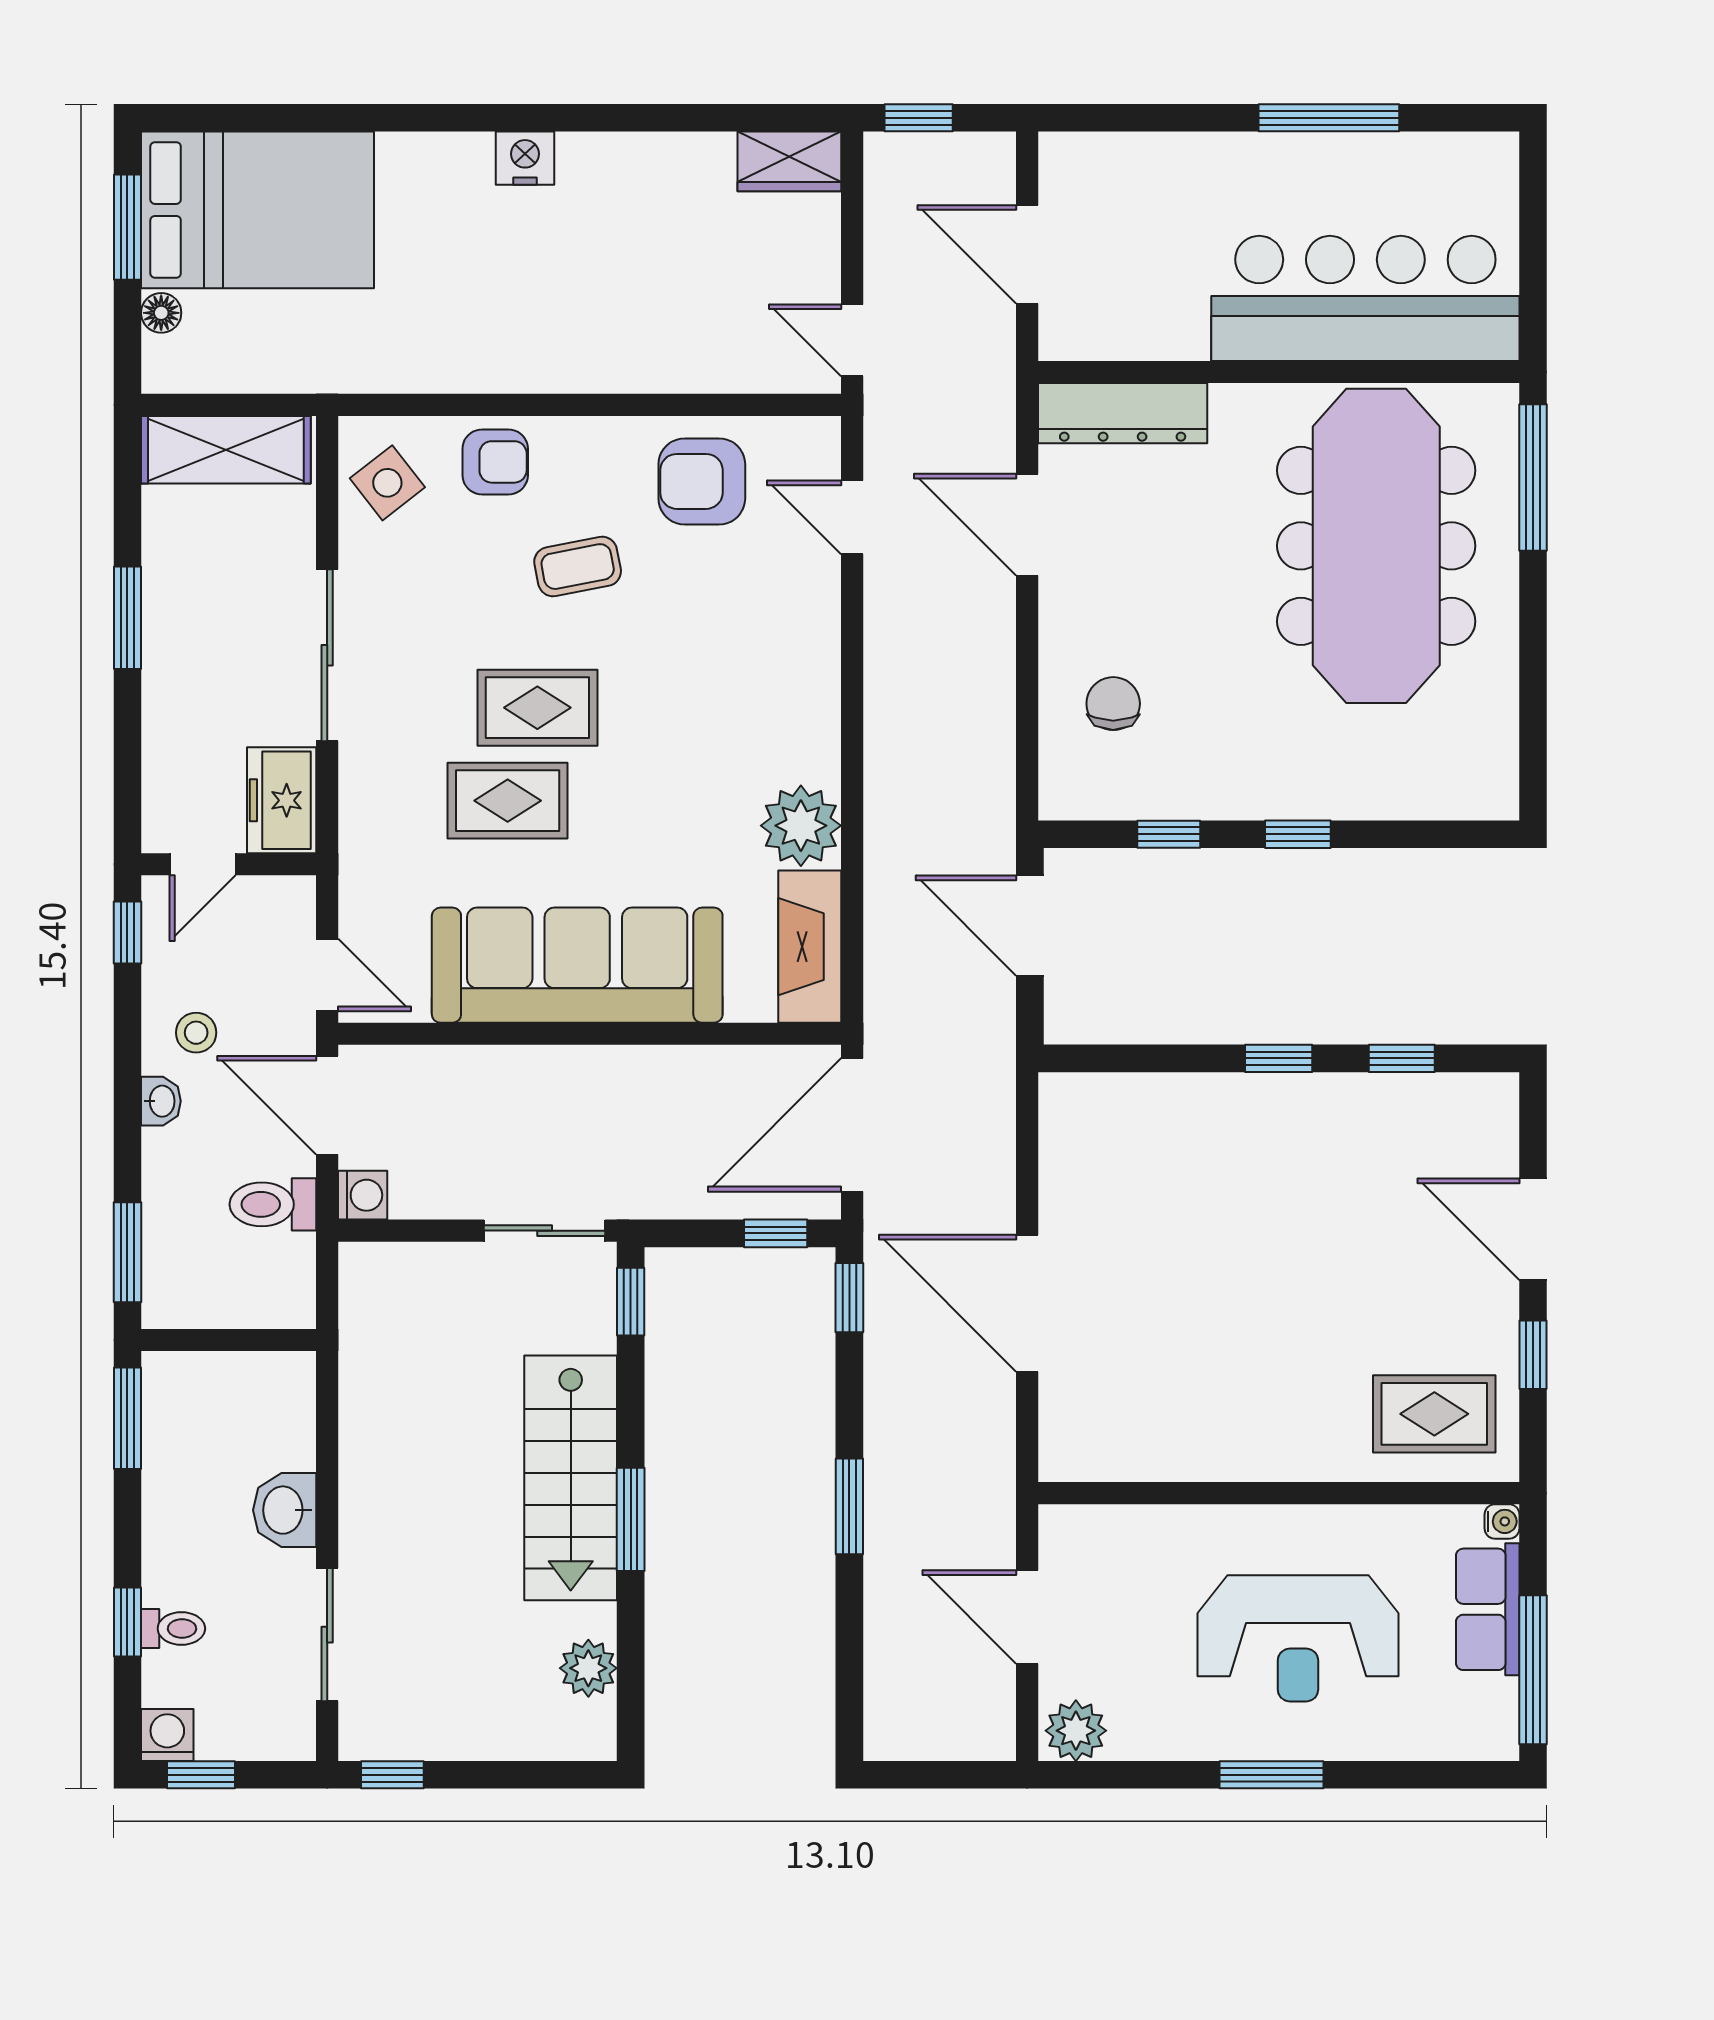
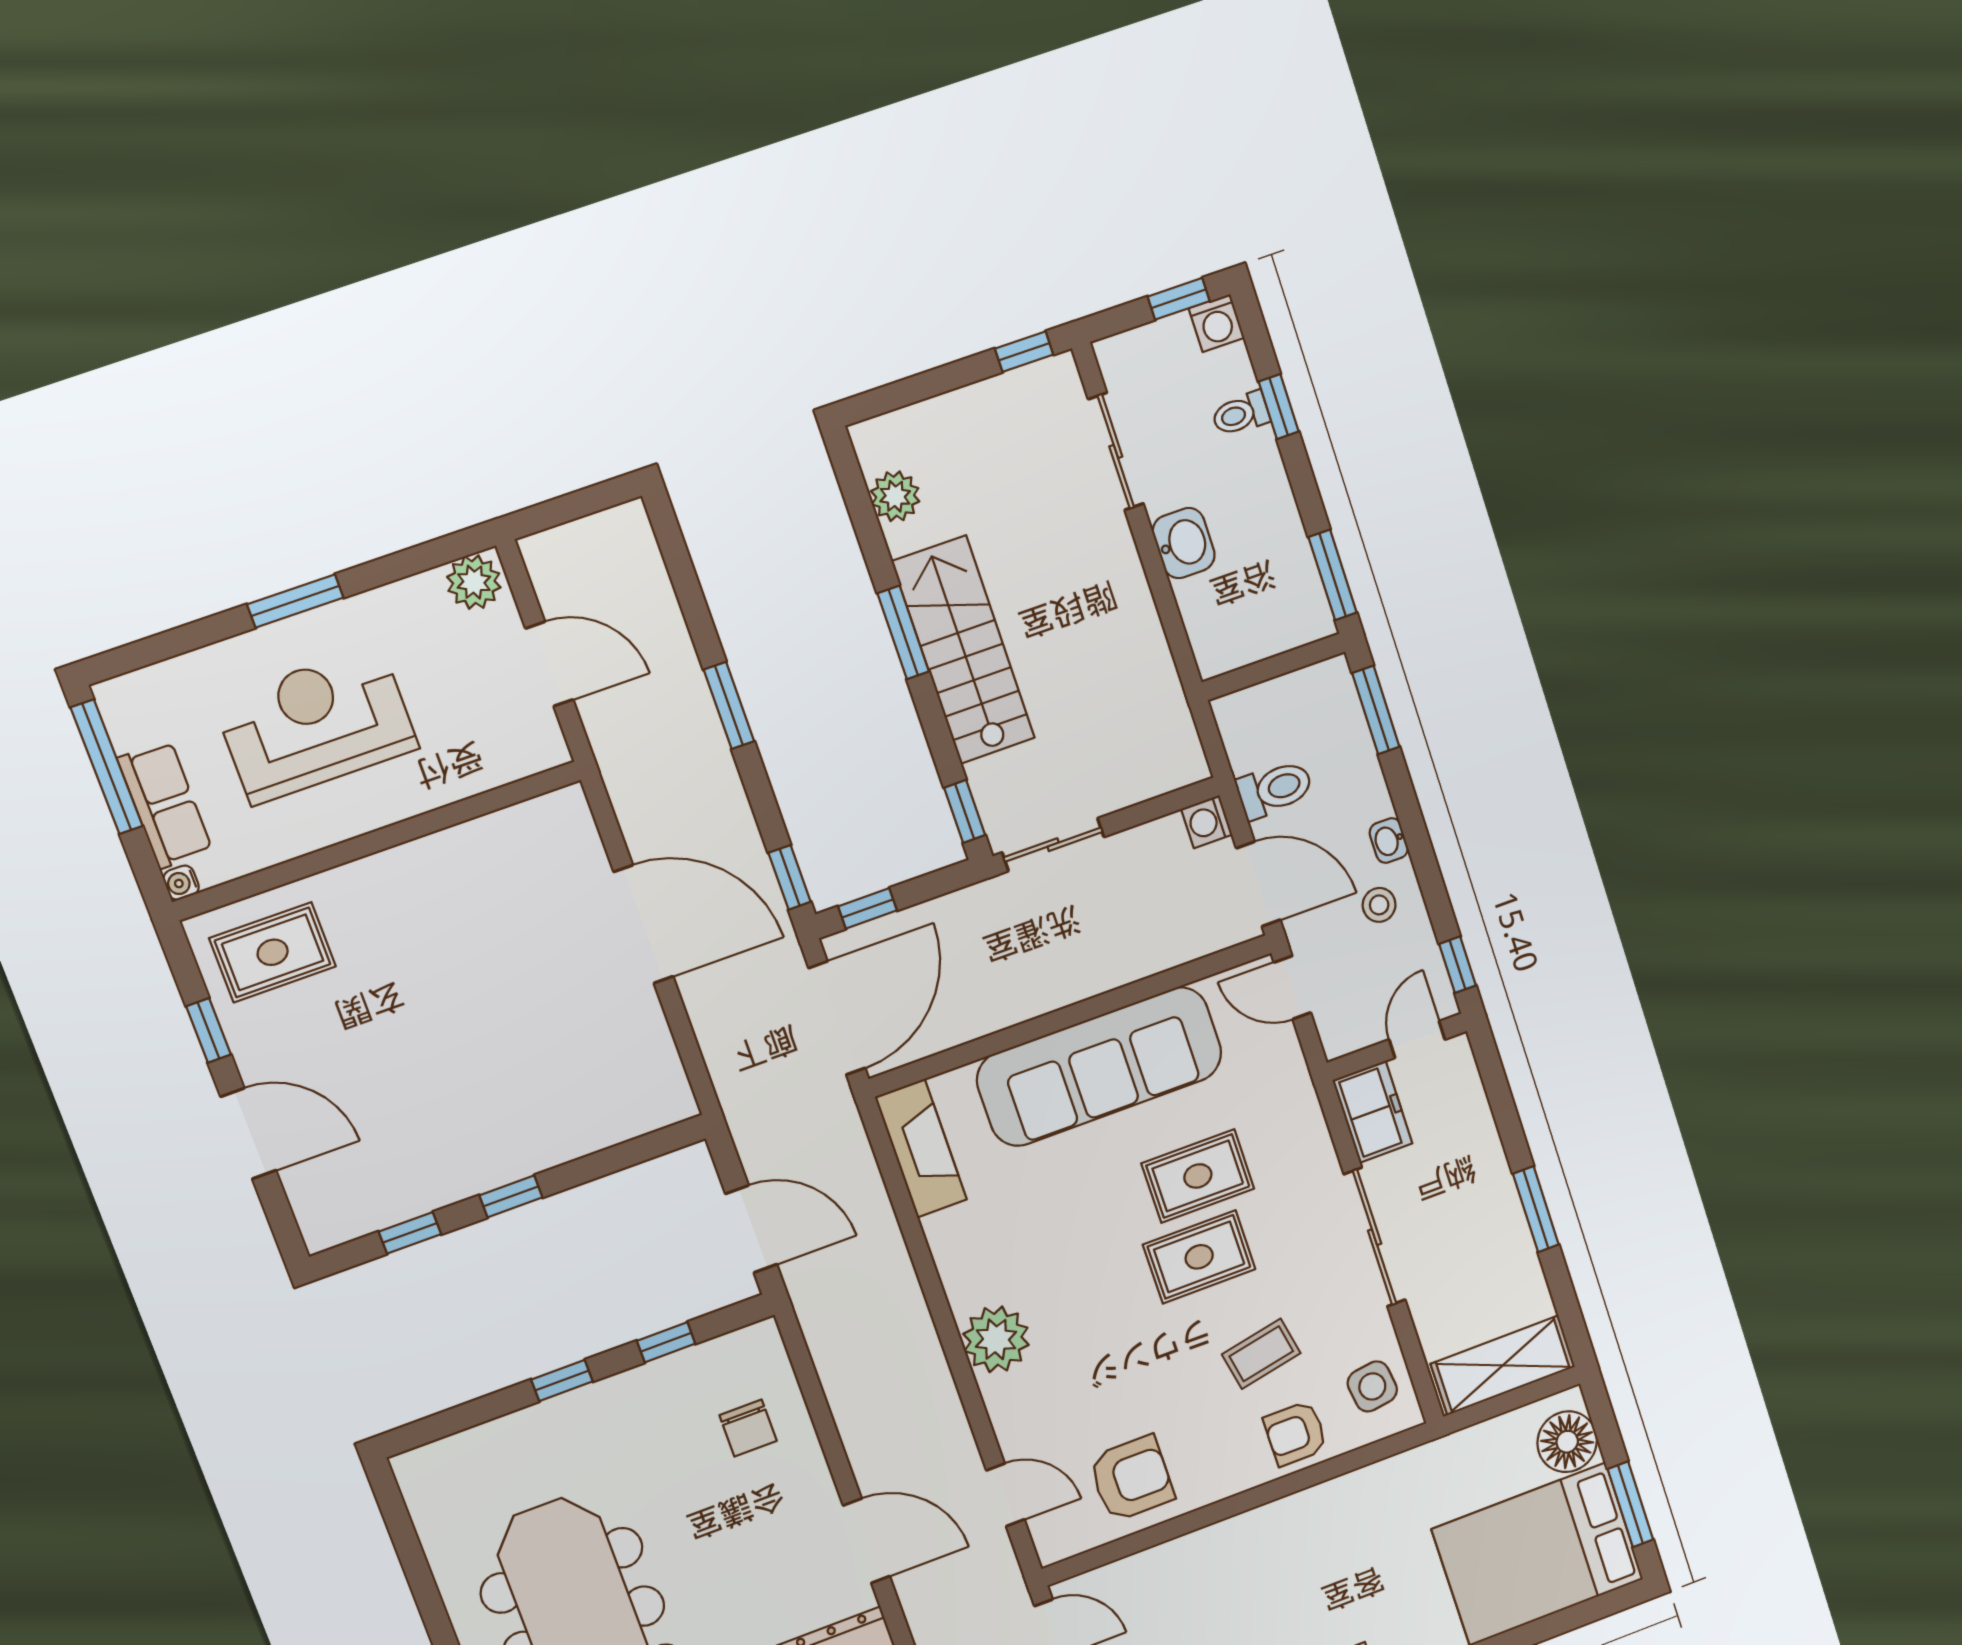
floor lamp: (161, 313) -> (1567, 1442), width x1.89, depth x1.89
side table: (387, 483) -> (1372, 1386), turned 30
coffee table: (578, 567) -> (1261, 1354), moved
plant: (801, 826) -> (996, 1339), moved

